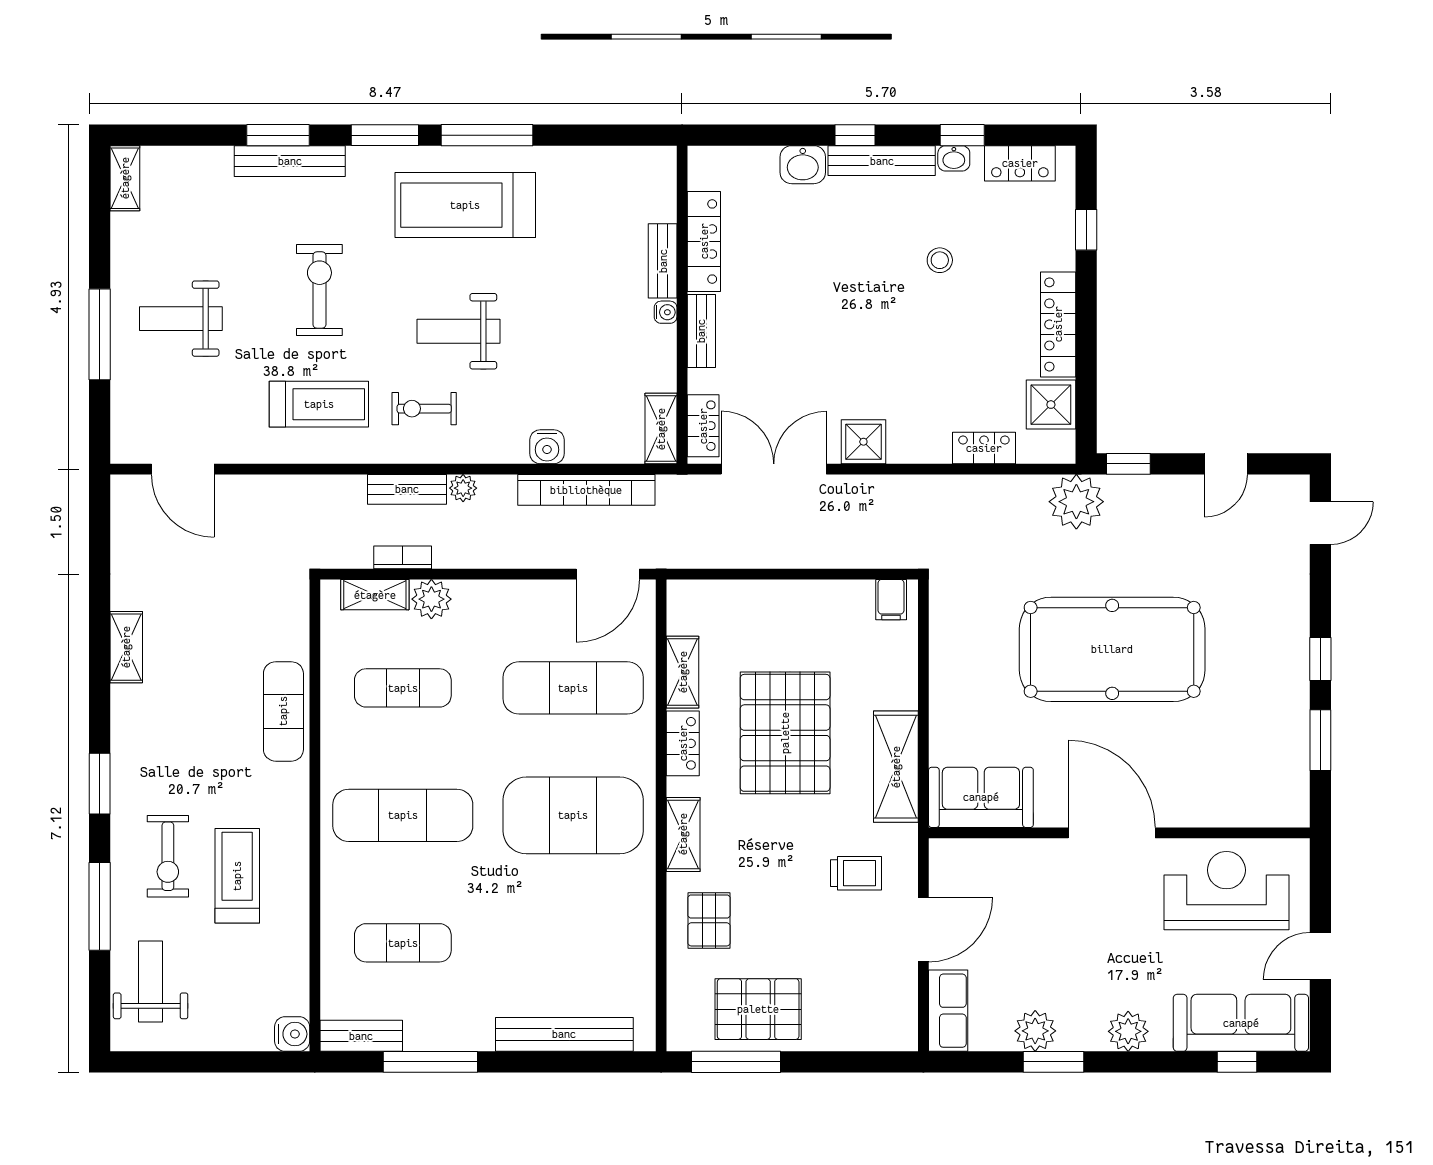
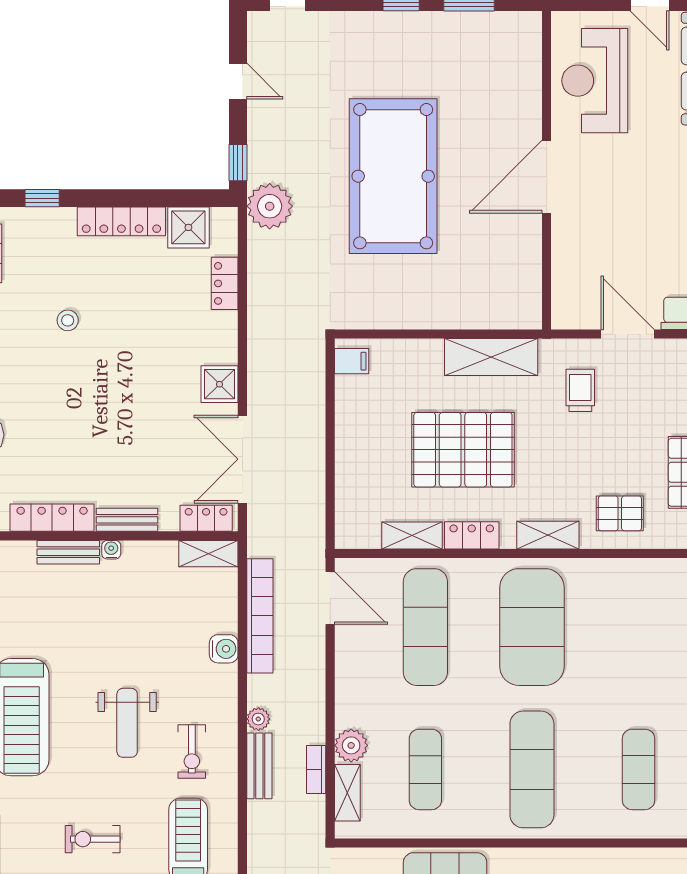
exercise bike: (319, 290) -> (93, 839), width x0.73, depth x0.72
sofa: (981, 797) -> (517, 286), removed

